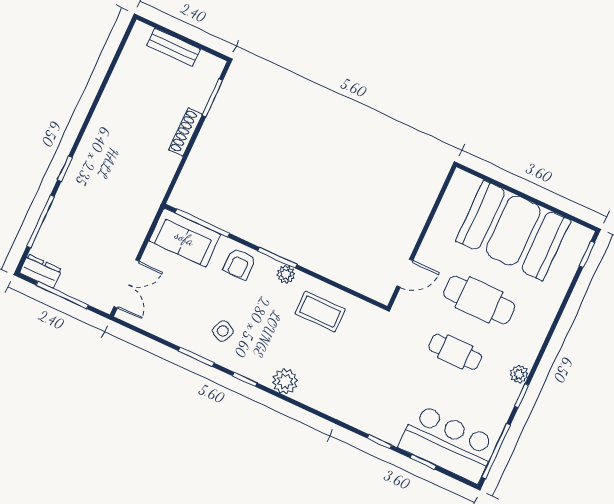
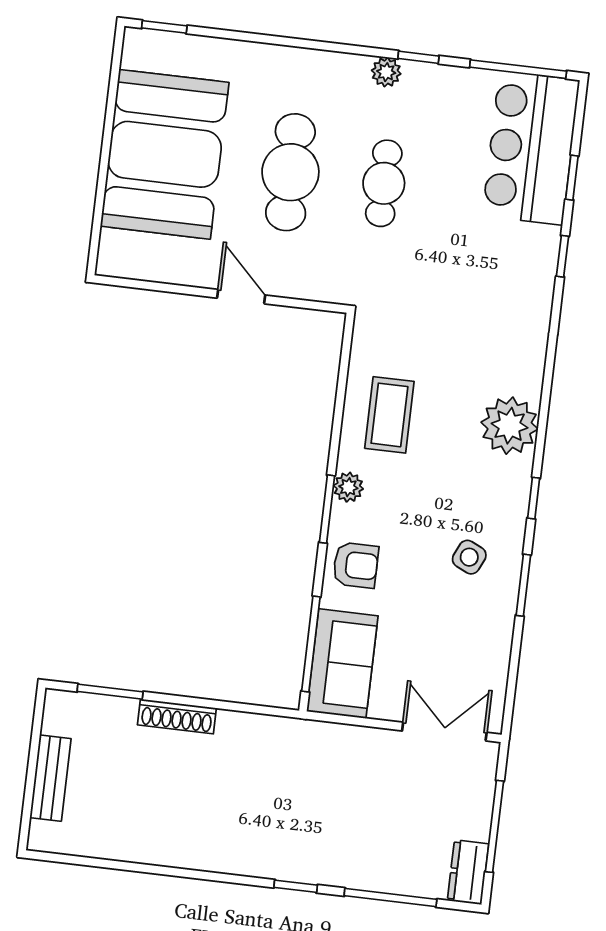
door: (405, 273) -> (241, 297), moved
plant: (285, 381) -> (510, 426), width x1.36, depth x1.36

